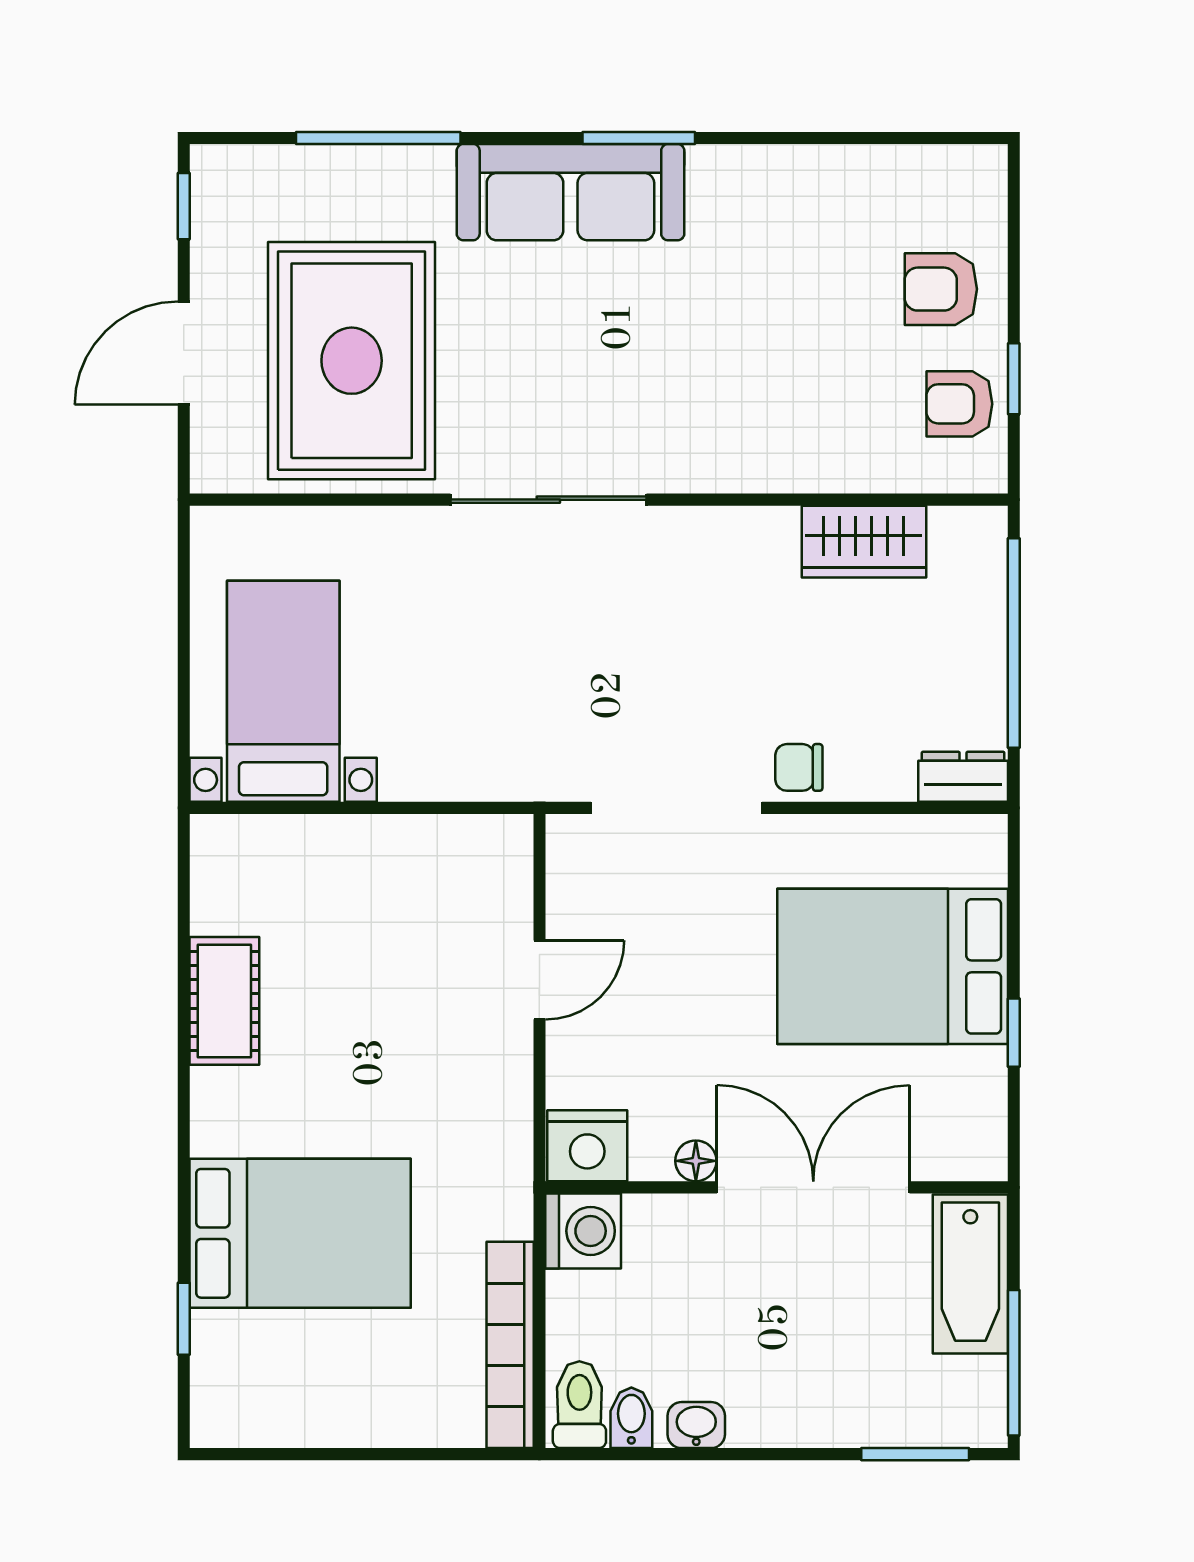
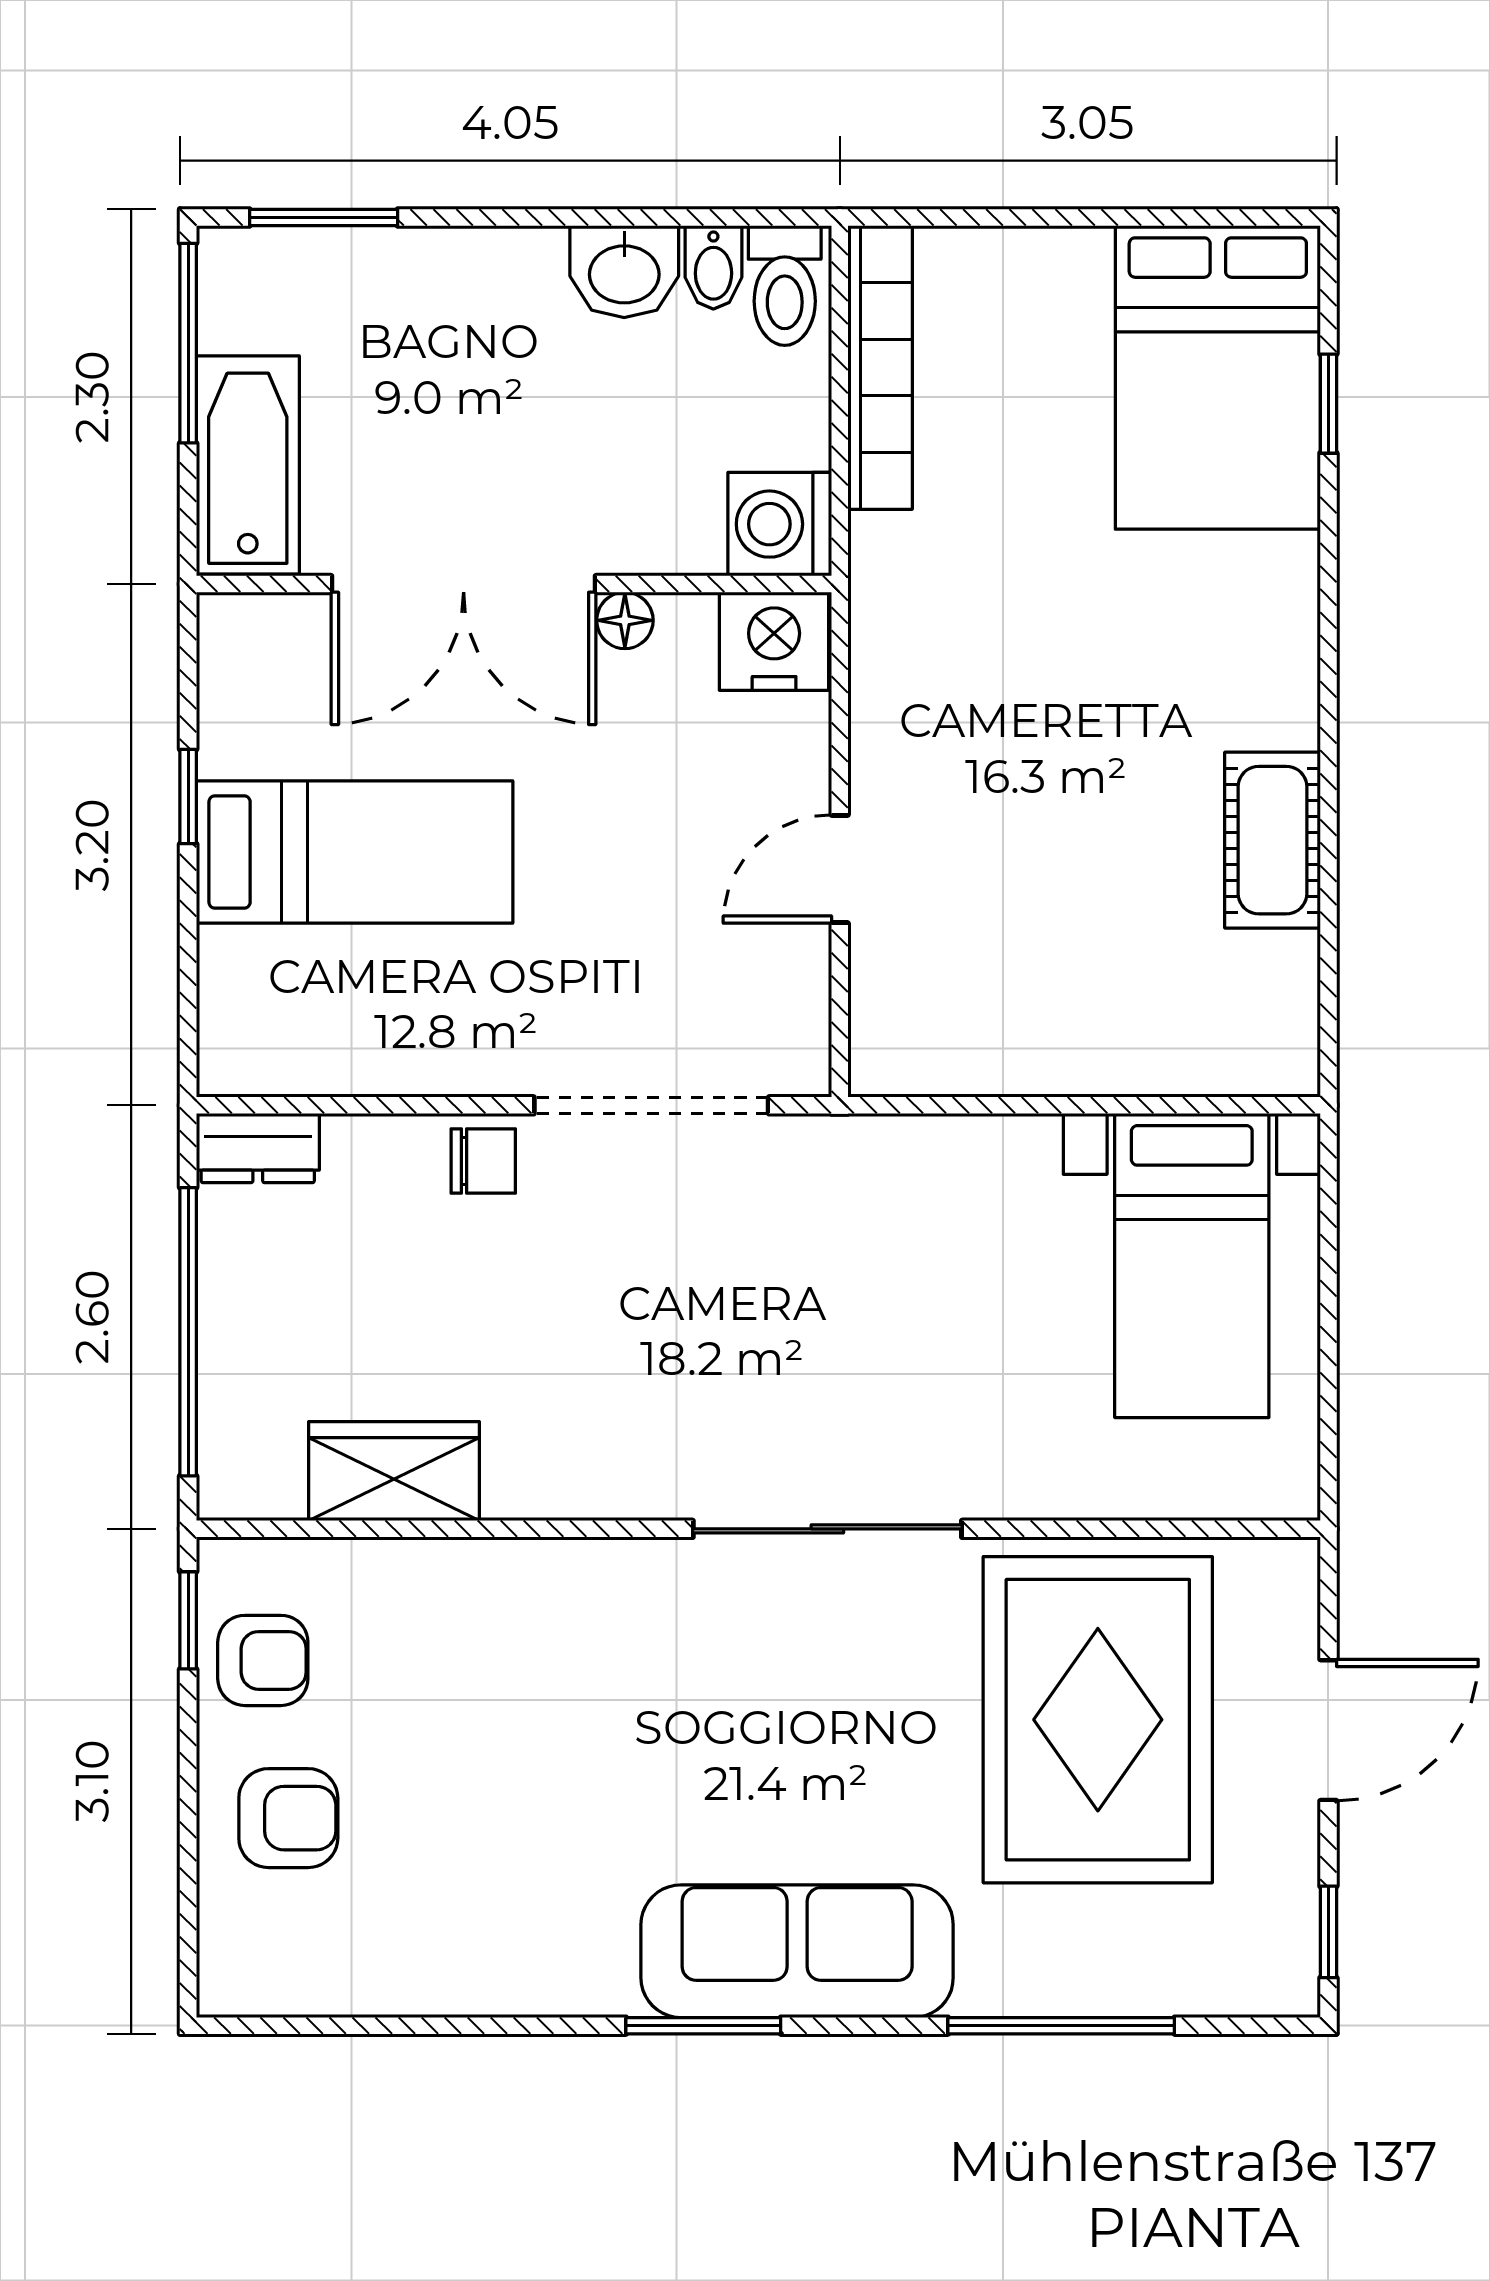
window: (1014, 379) -> (188, 1620), moved
bed: (893, 966) -> (355, 852), width x0.67
bed: (300, 1233) -> (1218, 377), moved, turned -90
washbasin: (696, 1425) -> (624, 272), width x1.38, depth x1.45

